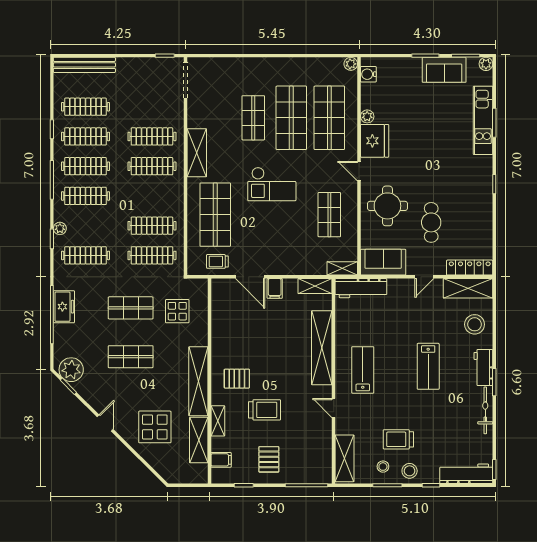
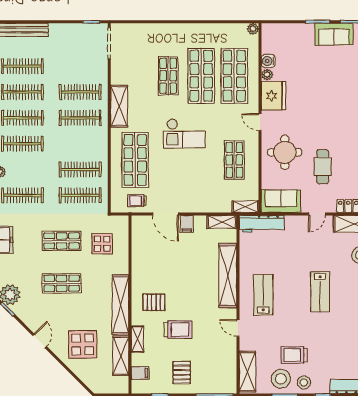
water cooler: (368, 74) -> (268, 61), moved
stool: (383, 467) -> (281, 379), width x1.89, depth x1.89

